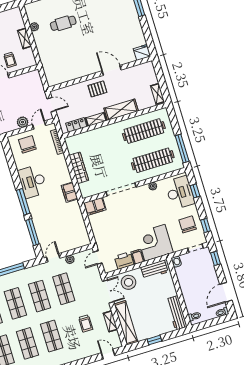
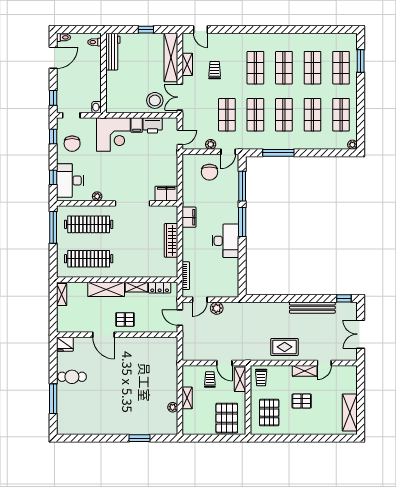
cafe table: (63, 23) -> (72, 377), moved
chair: (27, 144) -> (209, 172), moved
workbench: (154, 270) -> (123, 106), removed

